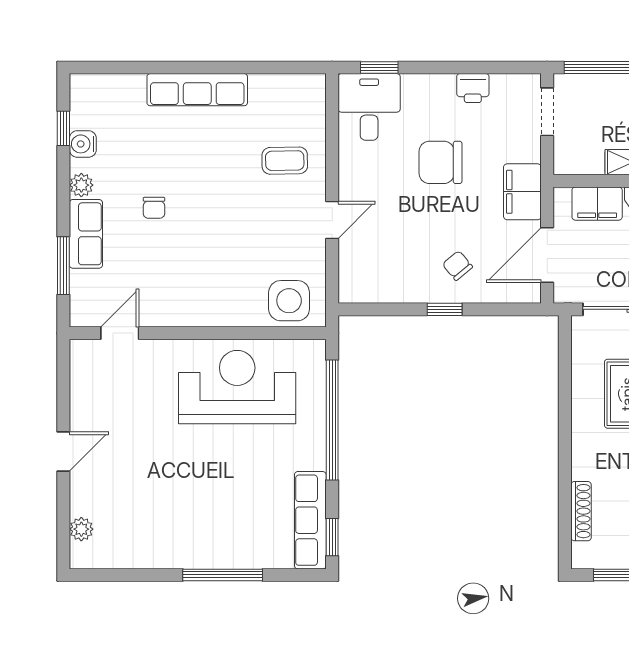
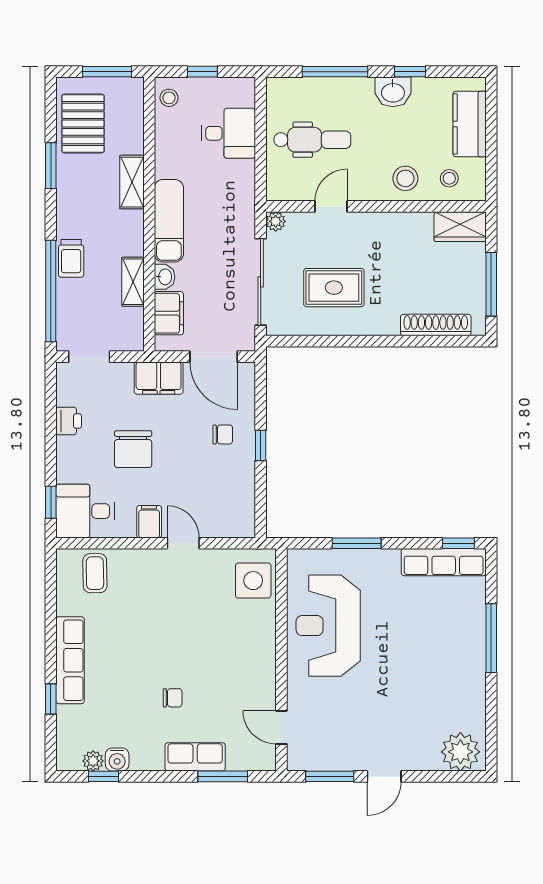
window: (153, 67) -> (51, 699), added
coffee table: (285, 161) -> (95, 573), moved
filing cabinet: (357, 181) -> (149, 522), added
plant: (81, 185) -> (93, 761), moved
chair: (457, 266) -> (223, 434), turned -140
window: (63, 389) -> (330, 776), added
window: (332, 420) -> (357, 543), width x0.47
door: (63, 452) -> (384, 776), swing flipped
shoe rack: (581, 511) -> (436, 325), width x1.36, depth x1.24
plant: (81, 529) -> (460, 752), width x1.88, depth x1.88

